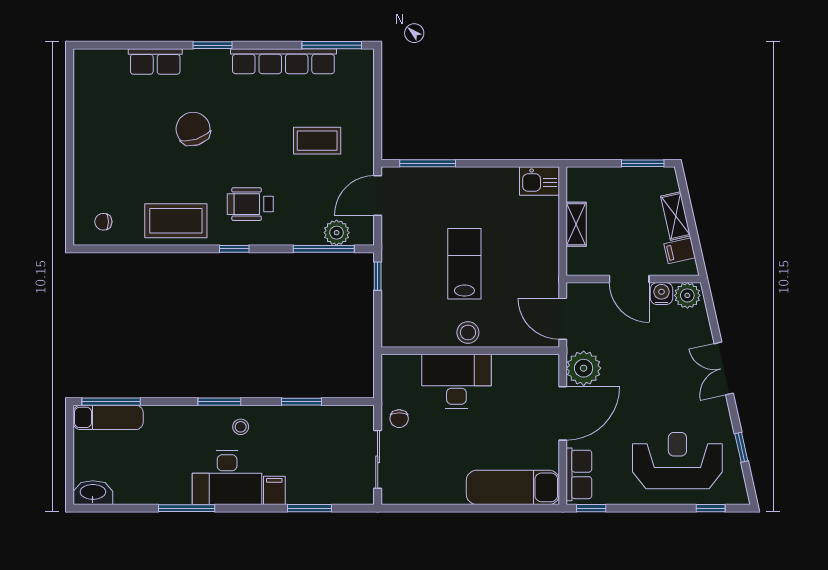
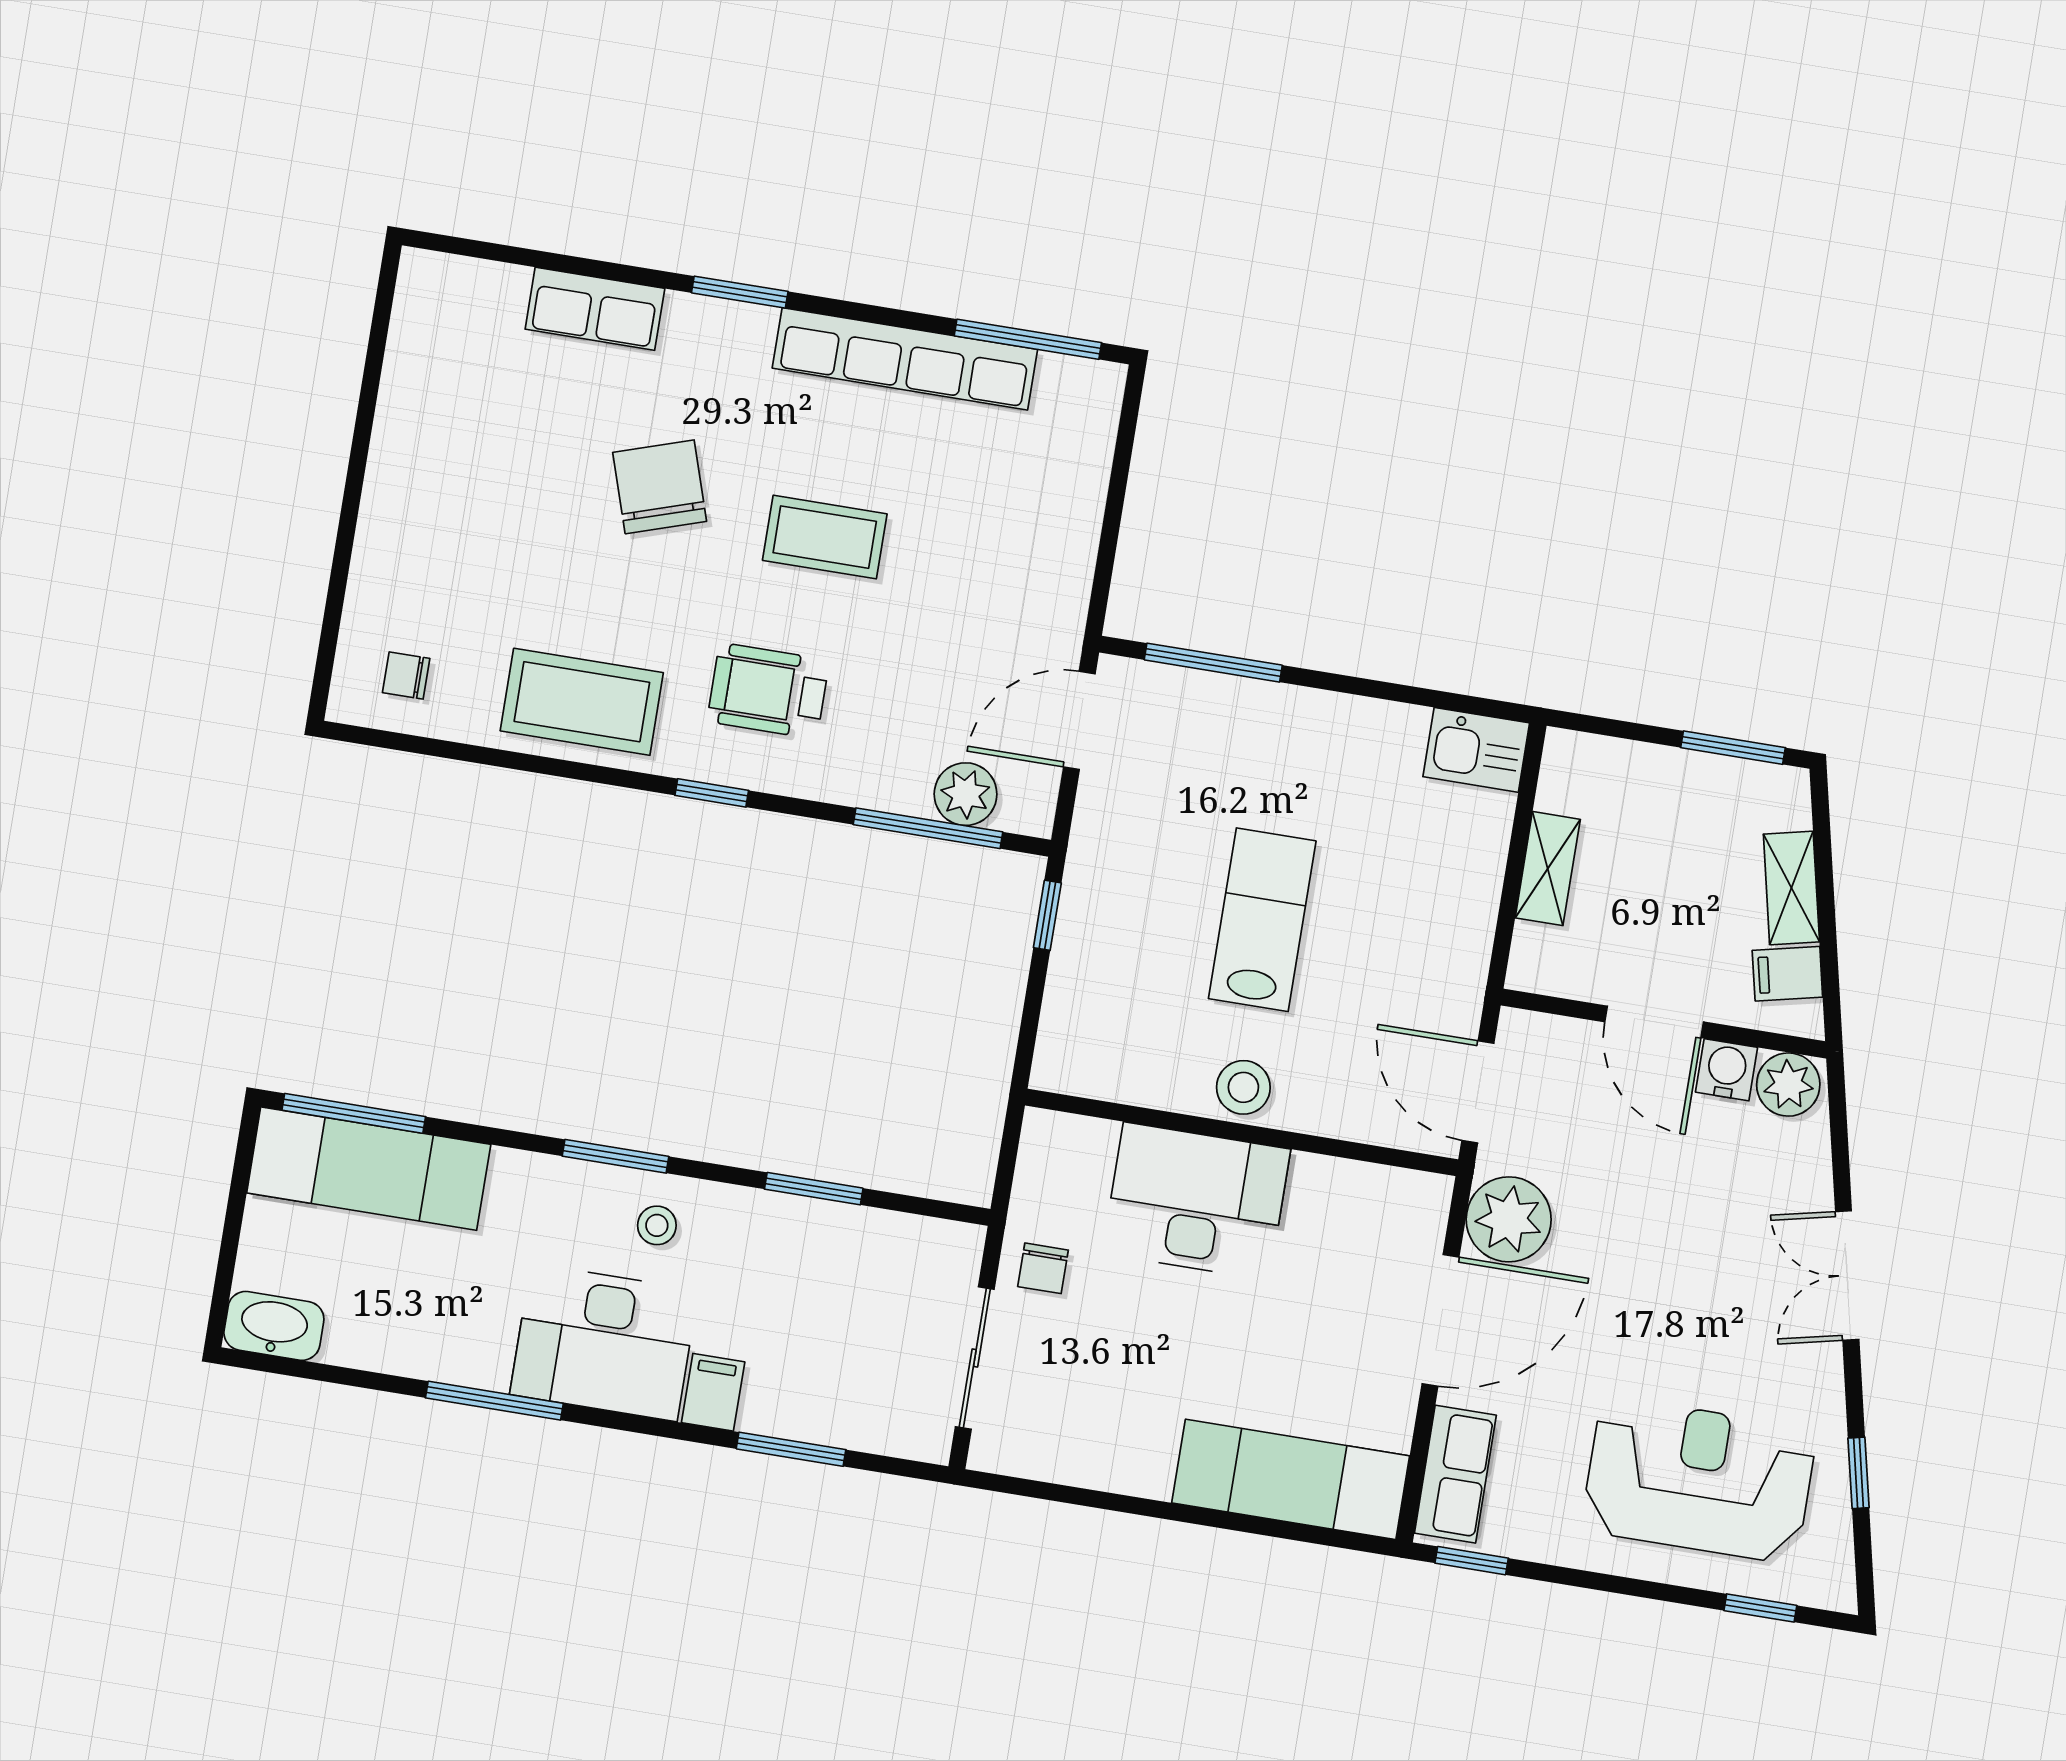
coffee table: (317, 141) -> (825, 537), moved
exam couch: (108, 417) -> (369, 1169), width x1.36, depth x1.45

